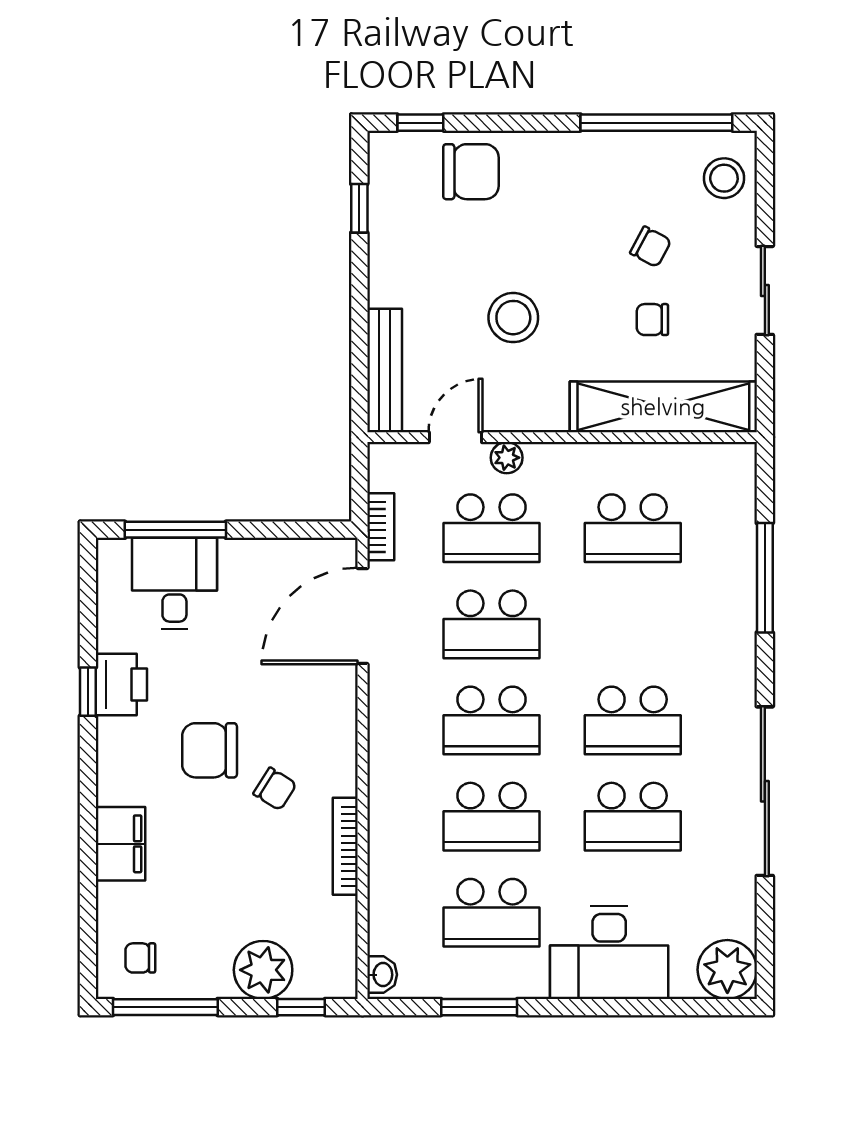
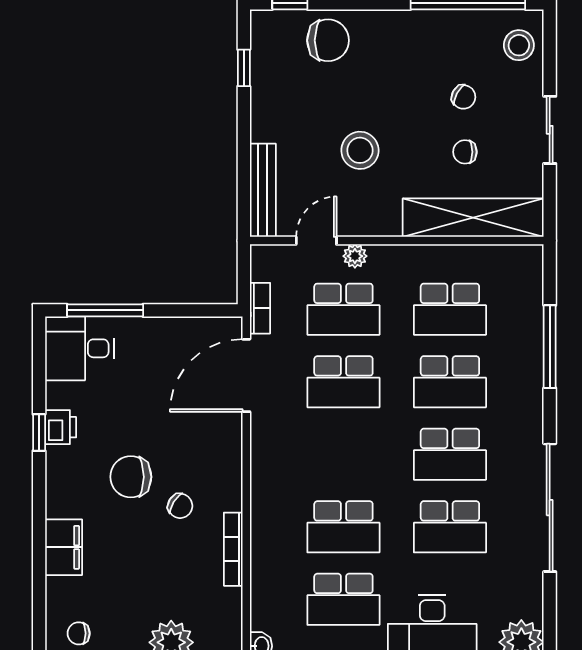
desk: (174, 583) -> (80, 348), moved, turned -90
printer: (121, 685) -> (61, 427), width x0.73, depth x0.81
school desk: (491, 720) -> (450, 382), moved

